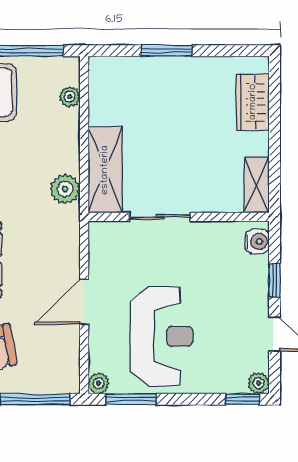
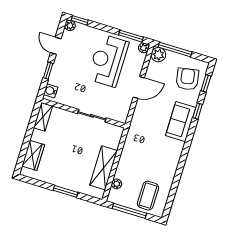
shelving: (105, 170) -> (104, 168), moved
plant: (65, 189) -> (158, 55), moved

